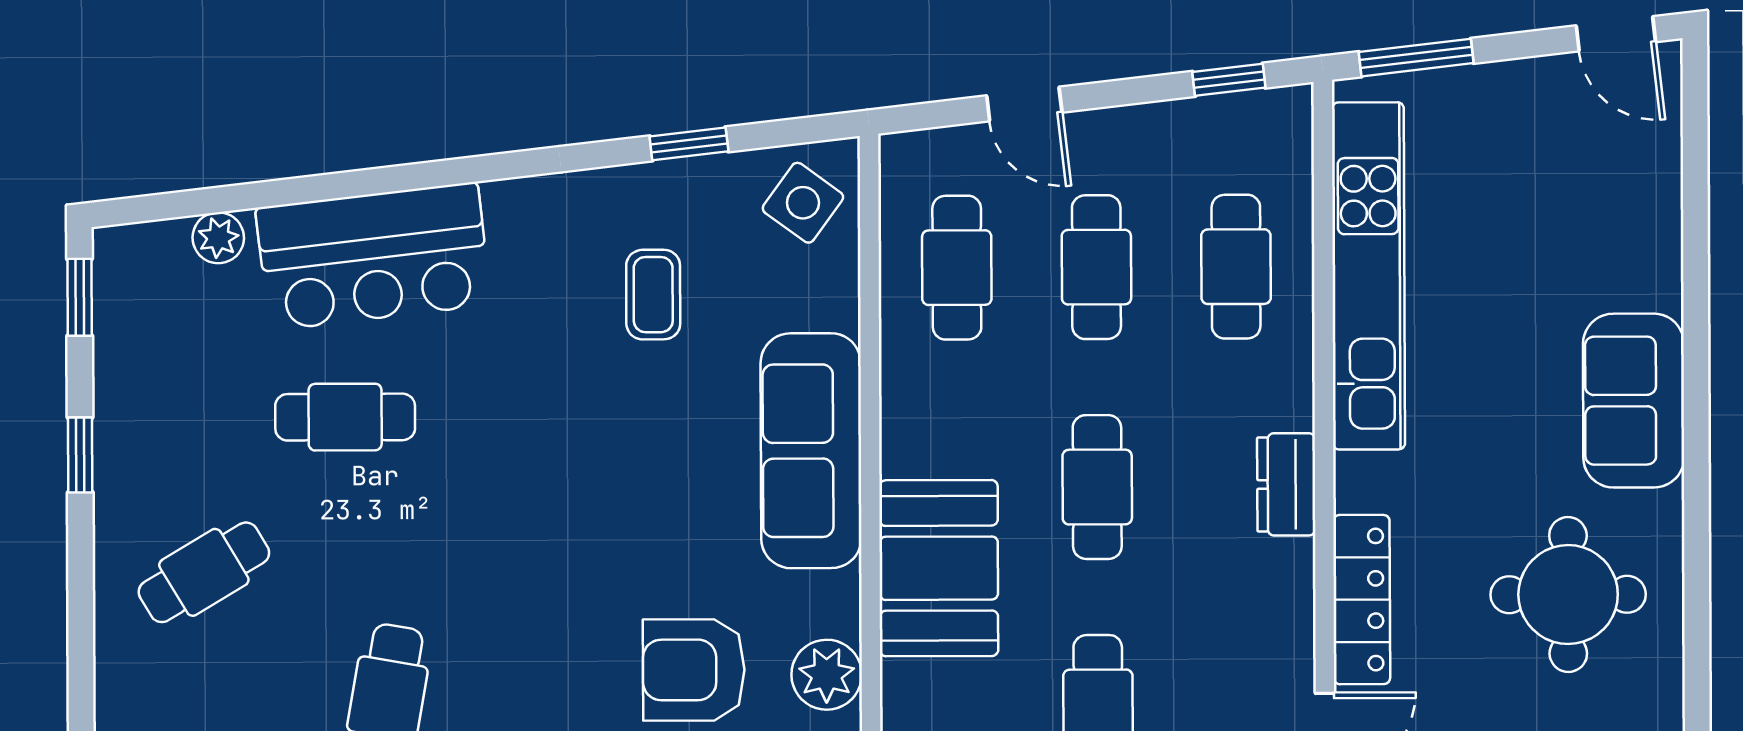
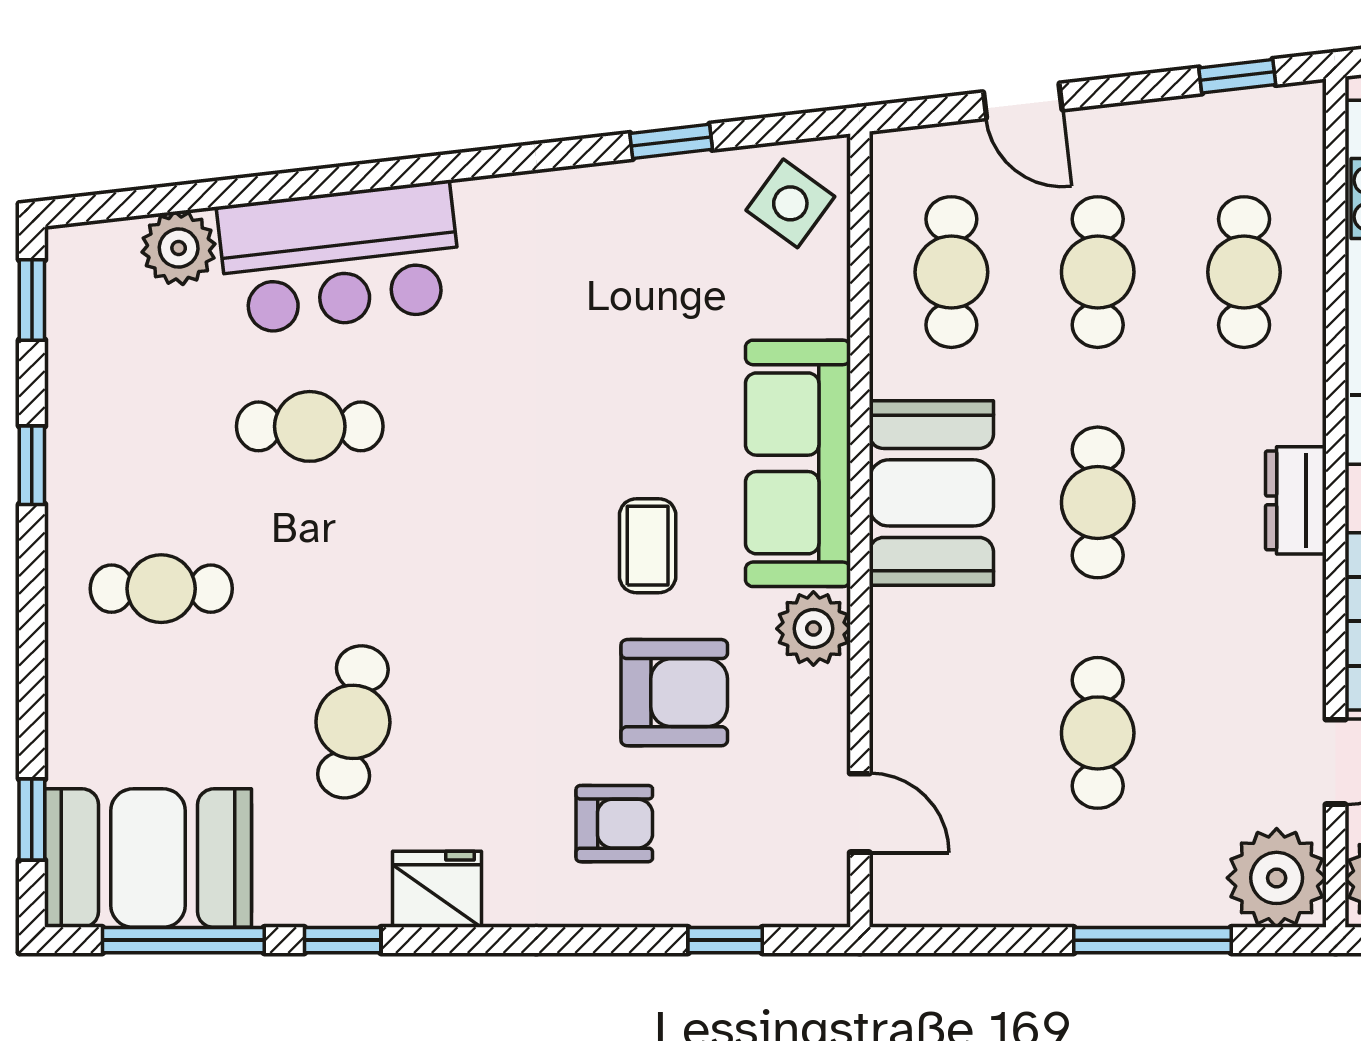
plant: (218, 238) -> (179, 248), width x1.38, depth x1.38
coffee table: (653, 295) -> (648, 546), moved
booth: (939, 568) -> (931, 493), moved
cafe table: (204, 572) -> (161, 589), turned 31
armchair: (694, 670) -> (674, 693), turned 180
plant: (827, 675) -> (813, 629), moved

